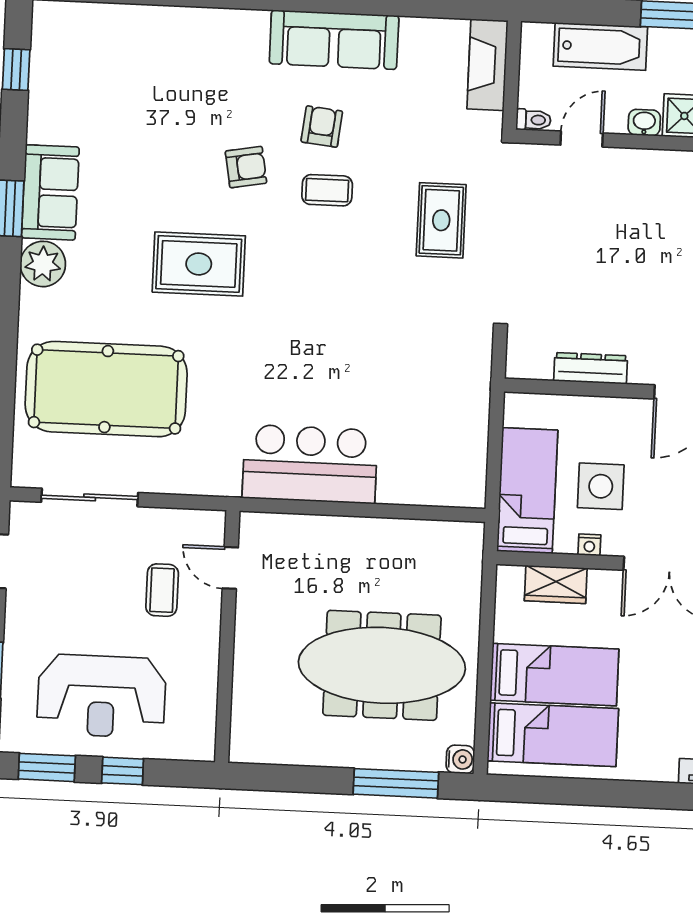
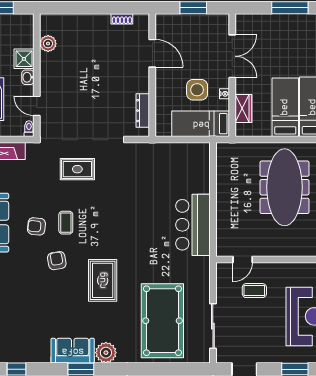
dresser: (591, 368) -> (143, 111), moved

